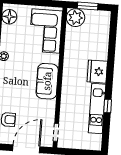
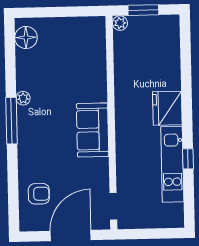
plant: (76, 18) -> (120, 23), width x0.53, depth x0.53
corner sofa: (46, 31) -> (83, 54), removed

